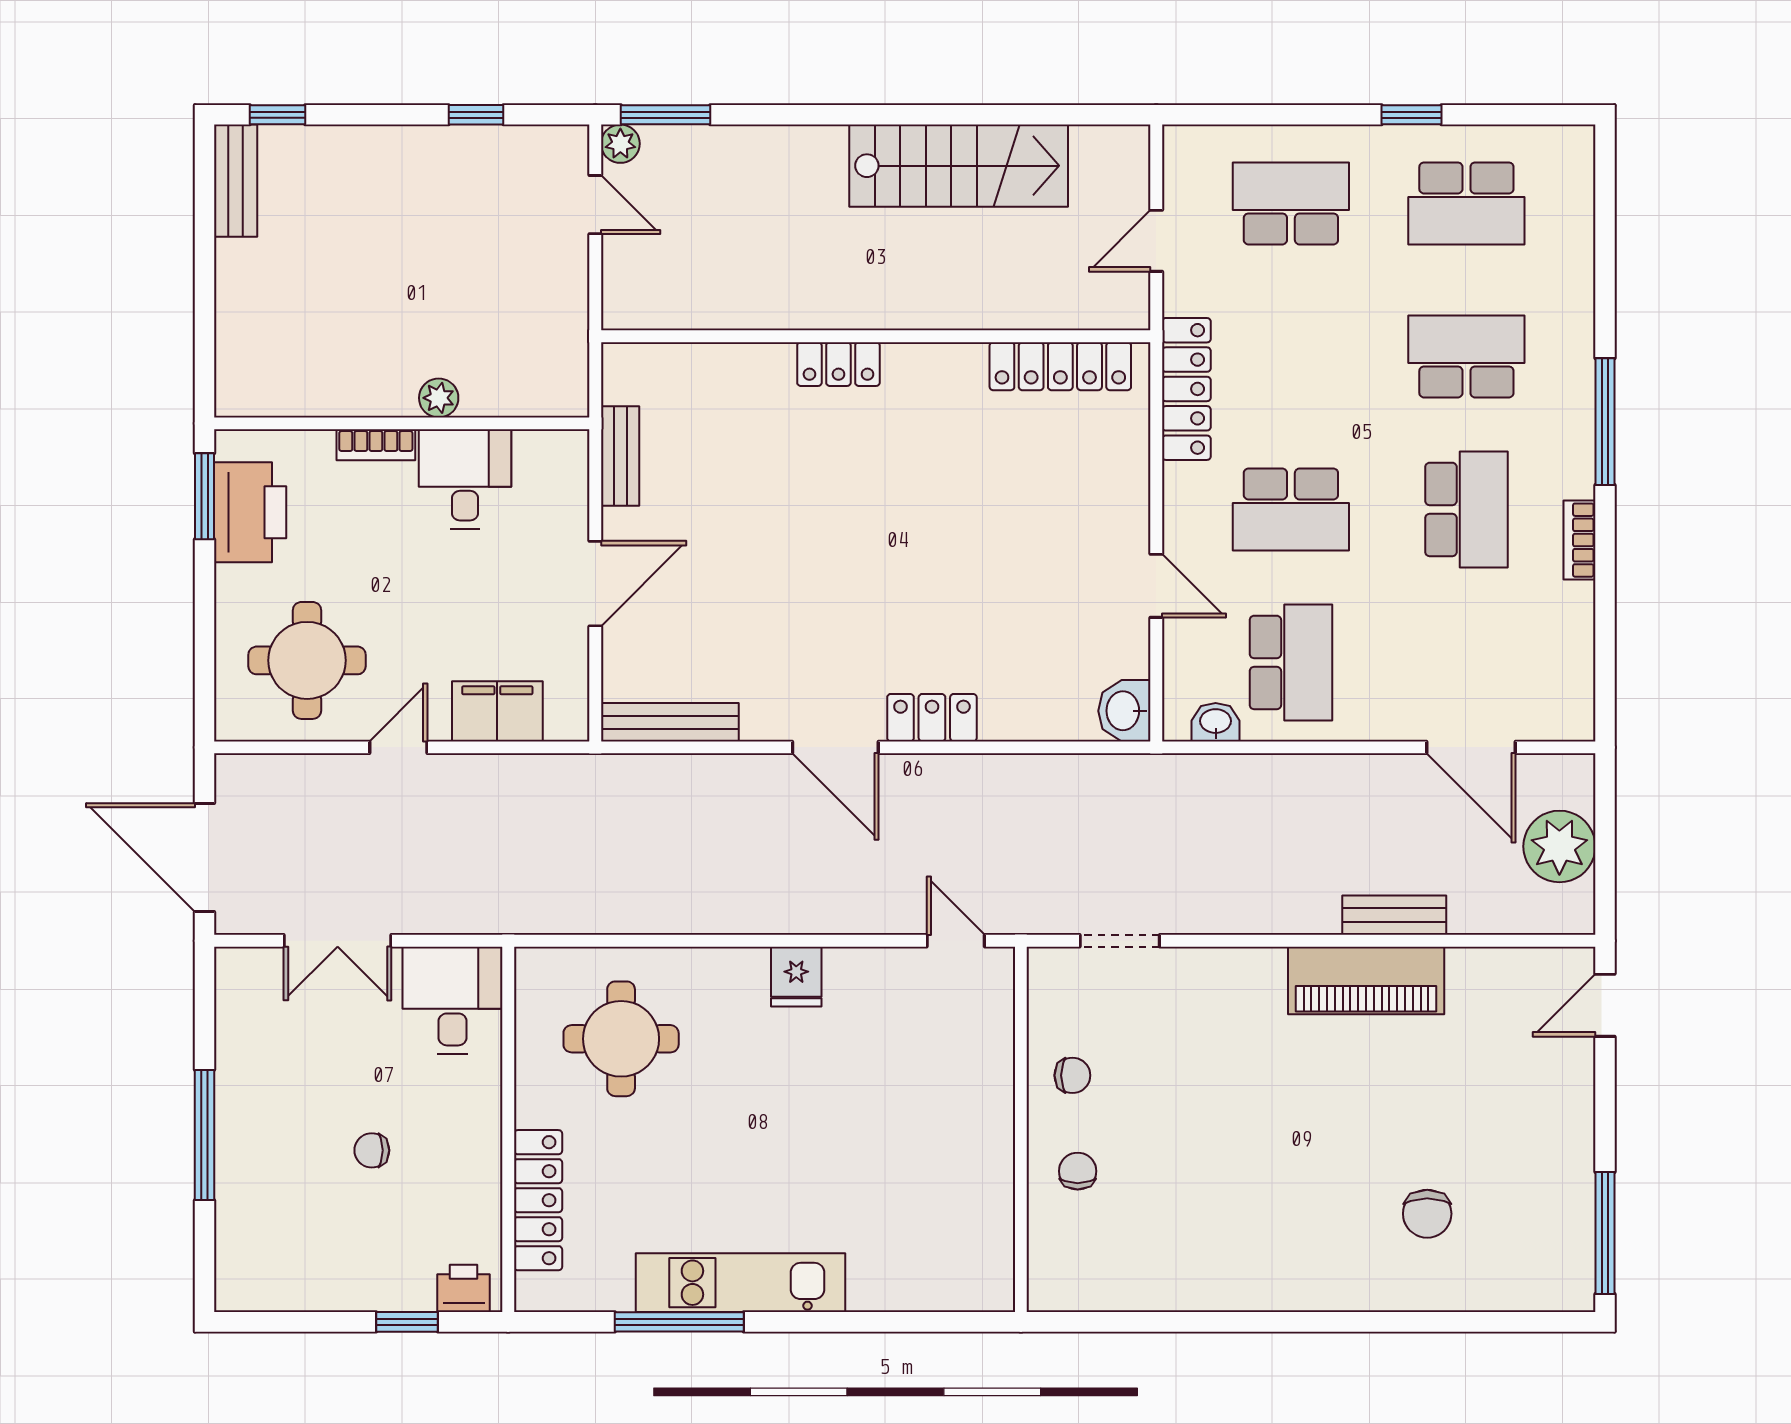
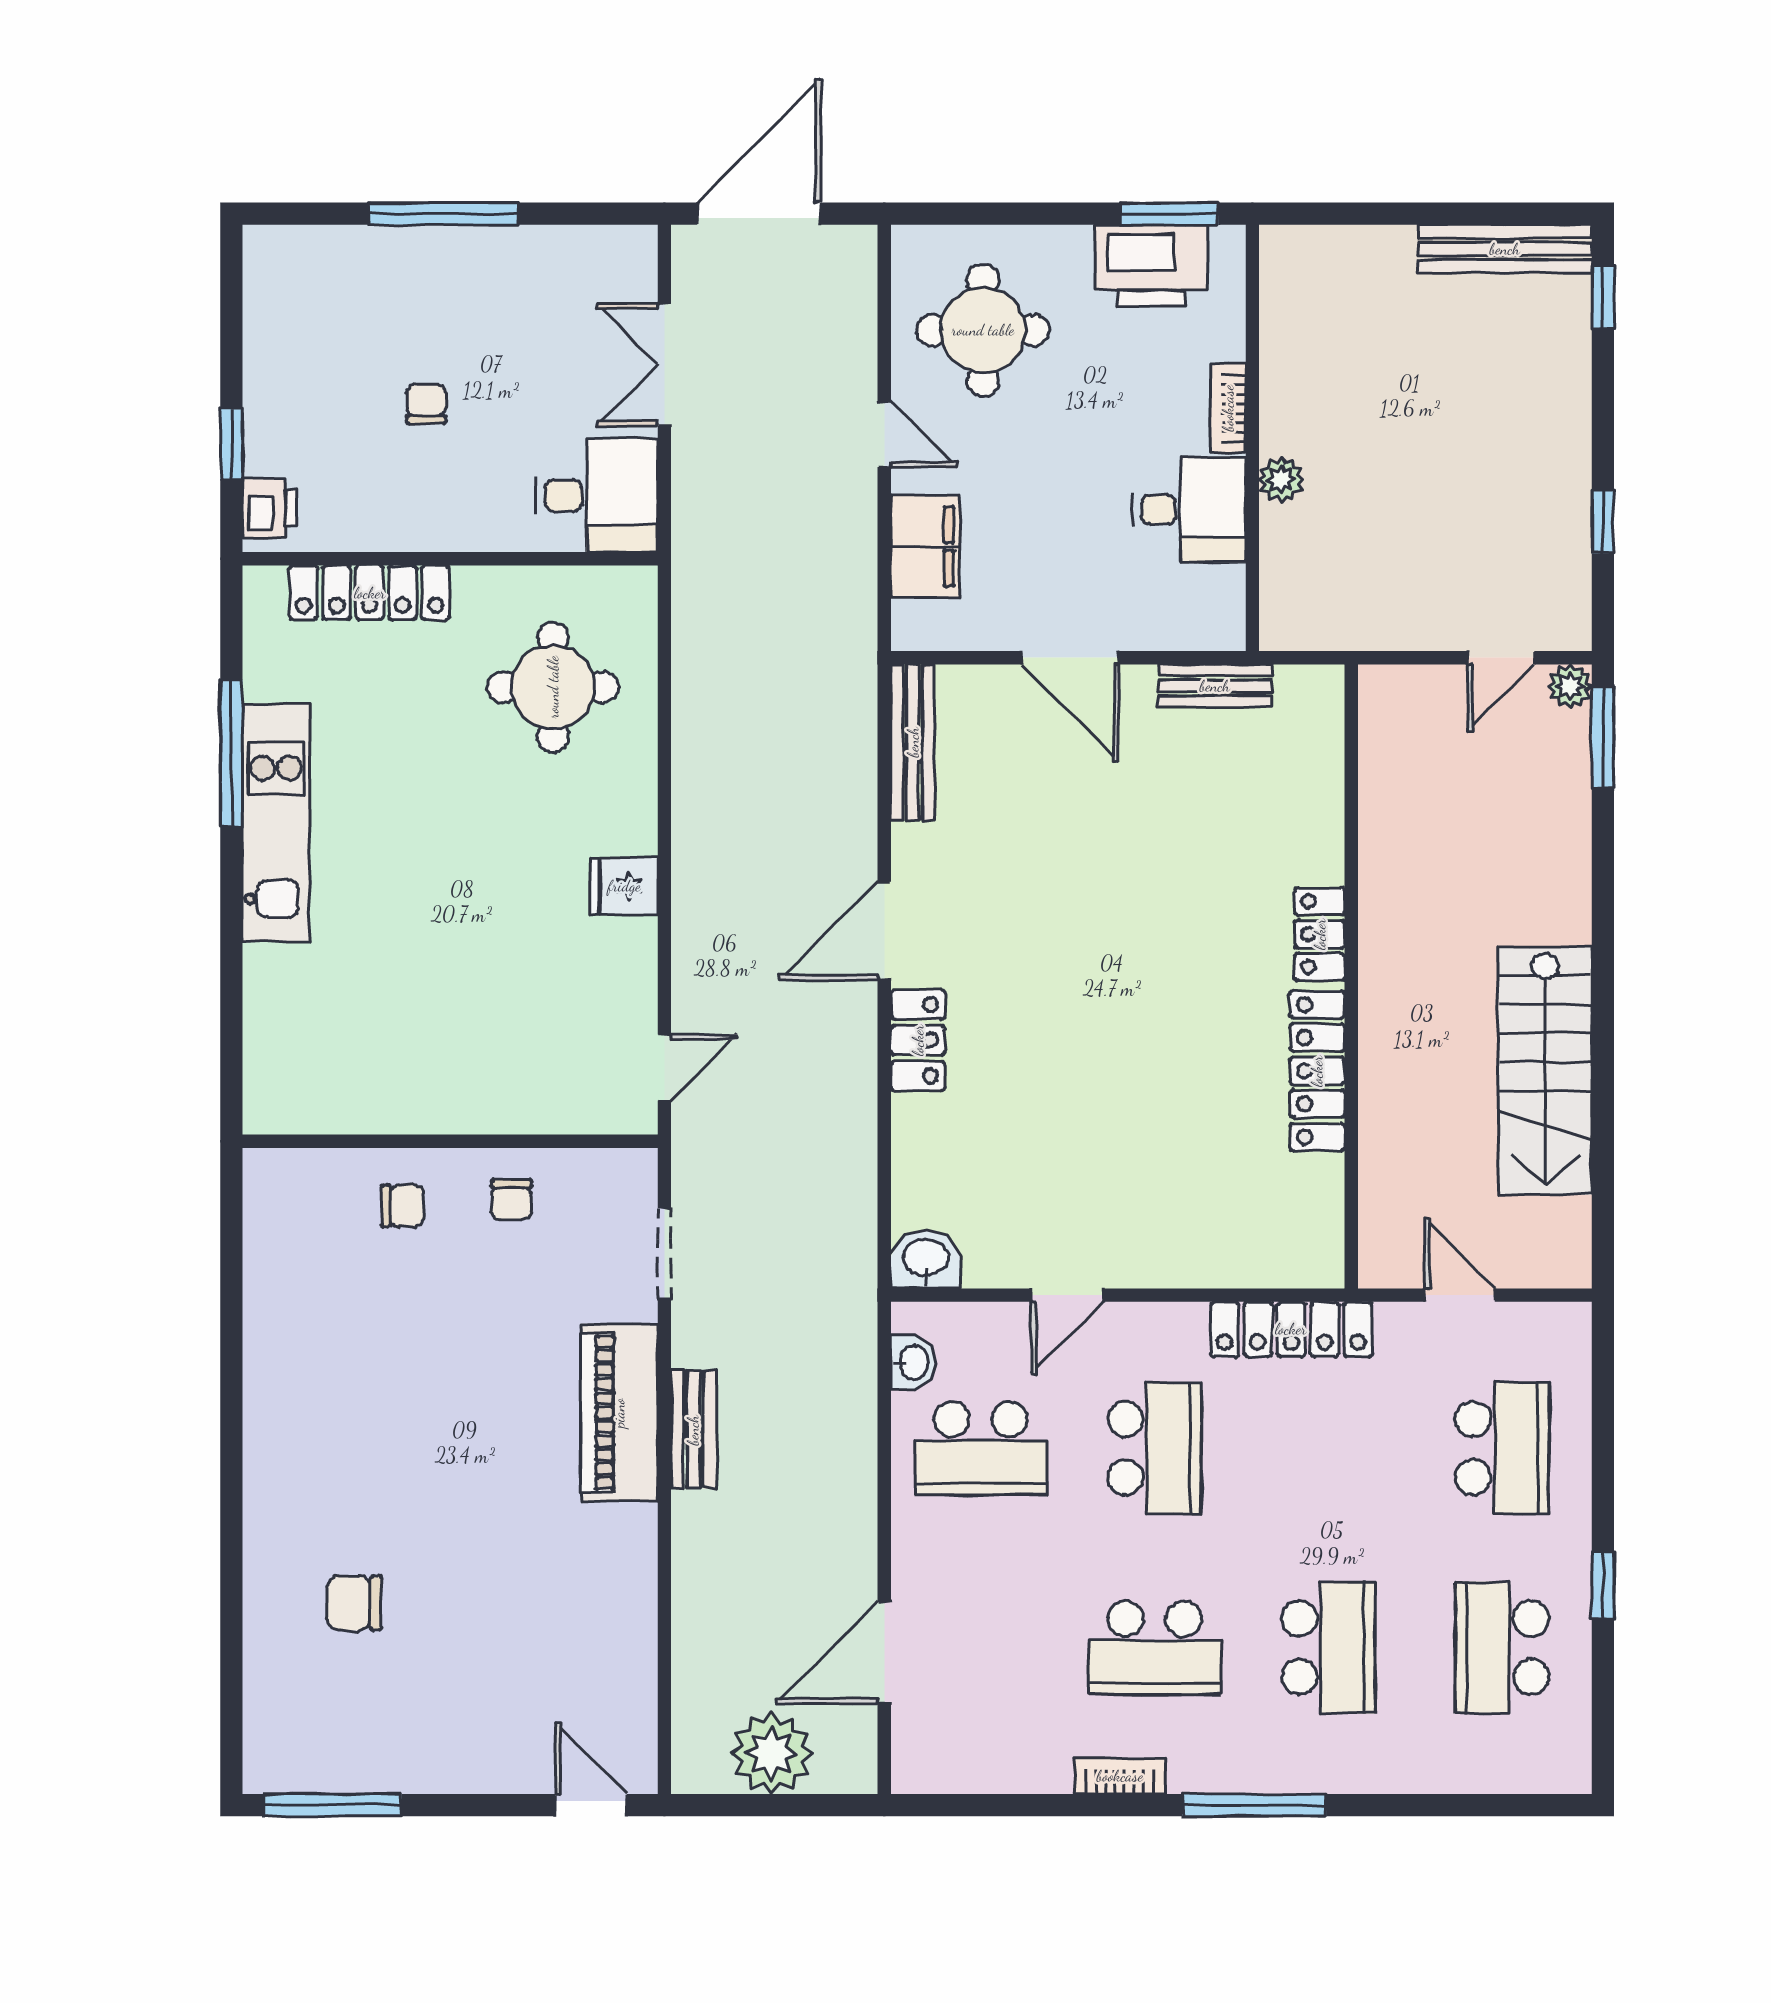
bench: (236, 181) -> (1505, 249), width x1.36
locker: (1060, 366) -> (1317, 1071), moved
school desk: (1291, 509) -> (1154, 1448), turned 180
bench: (1394, 915) -> (693, 1430), moved
piano: (1366, 980) -> (619, 1413), moved

